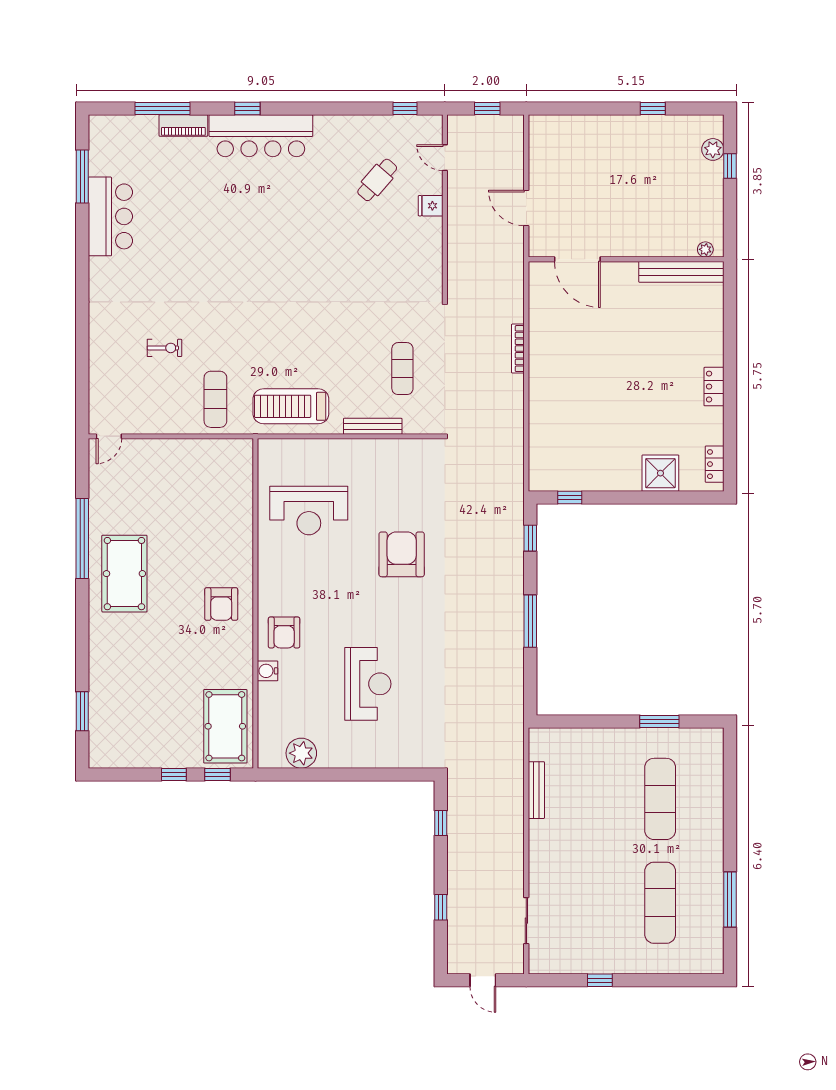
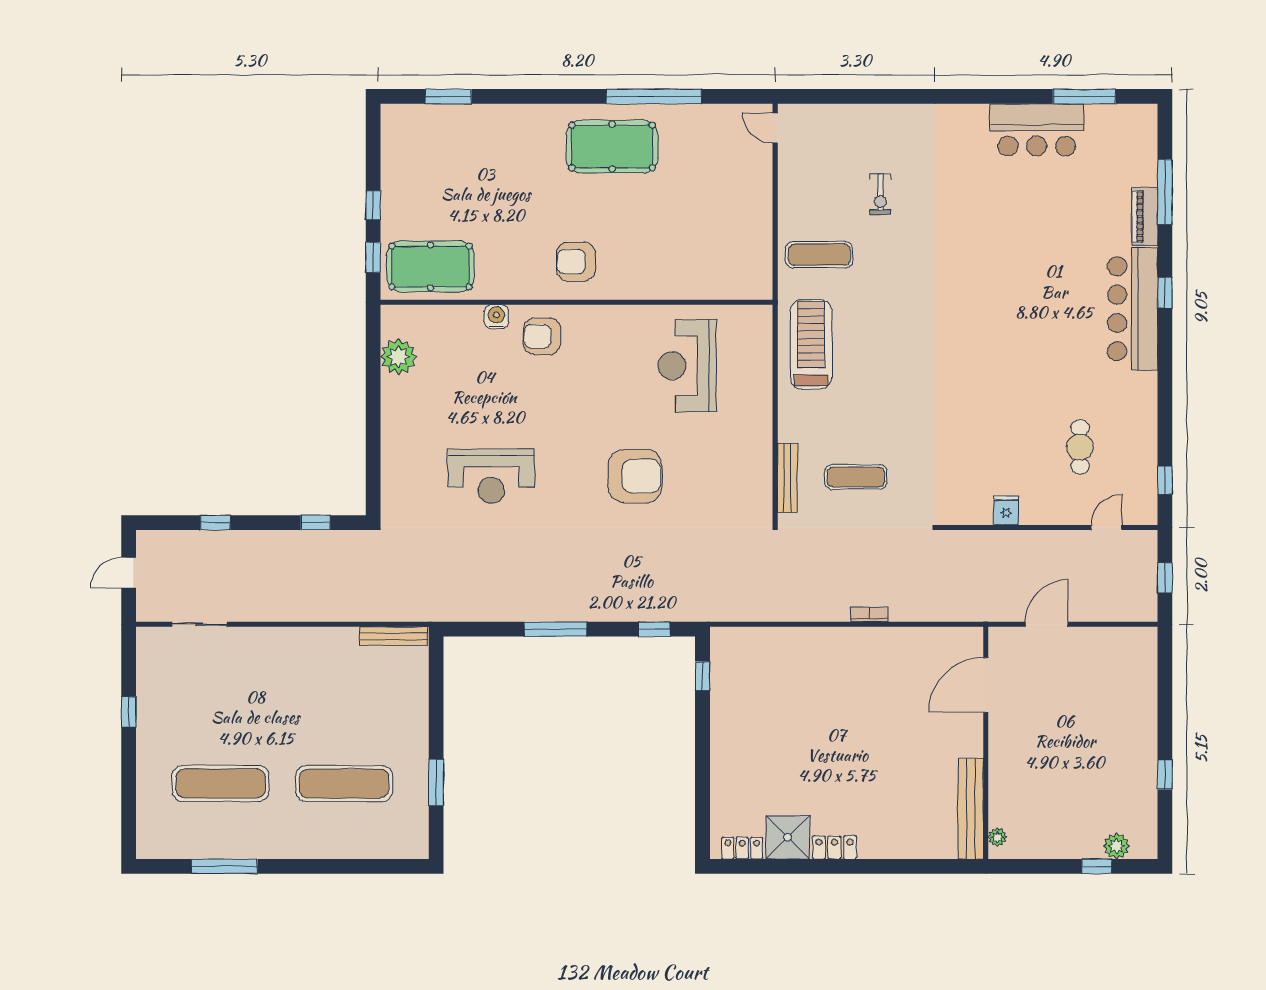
cafe table: (377, 180) -> (1080, 447), turned 49
fridge: (431, 206) -> (1006, 510), moved
bookcase: (518, 349) -> (869, 614), width x0.64
bench: (373, 426) -> (787, 478), moved
shower: (660, 473) -> (788, 837), moved
reception desk: (368, 684) -> (491, 476), moved
bench: (536, 790) -> (394, 636), moved

